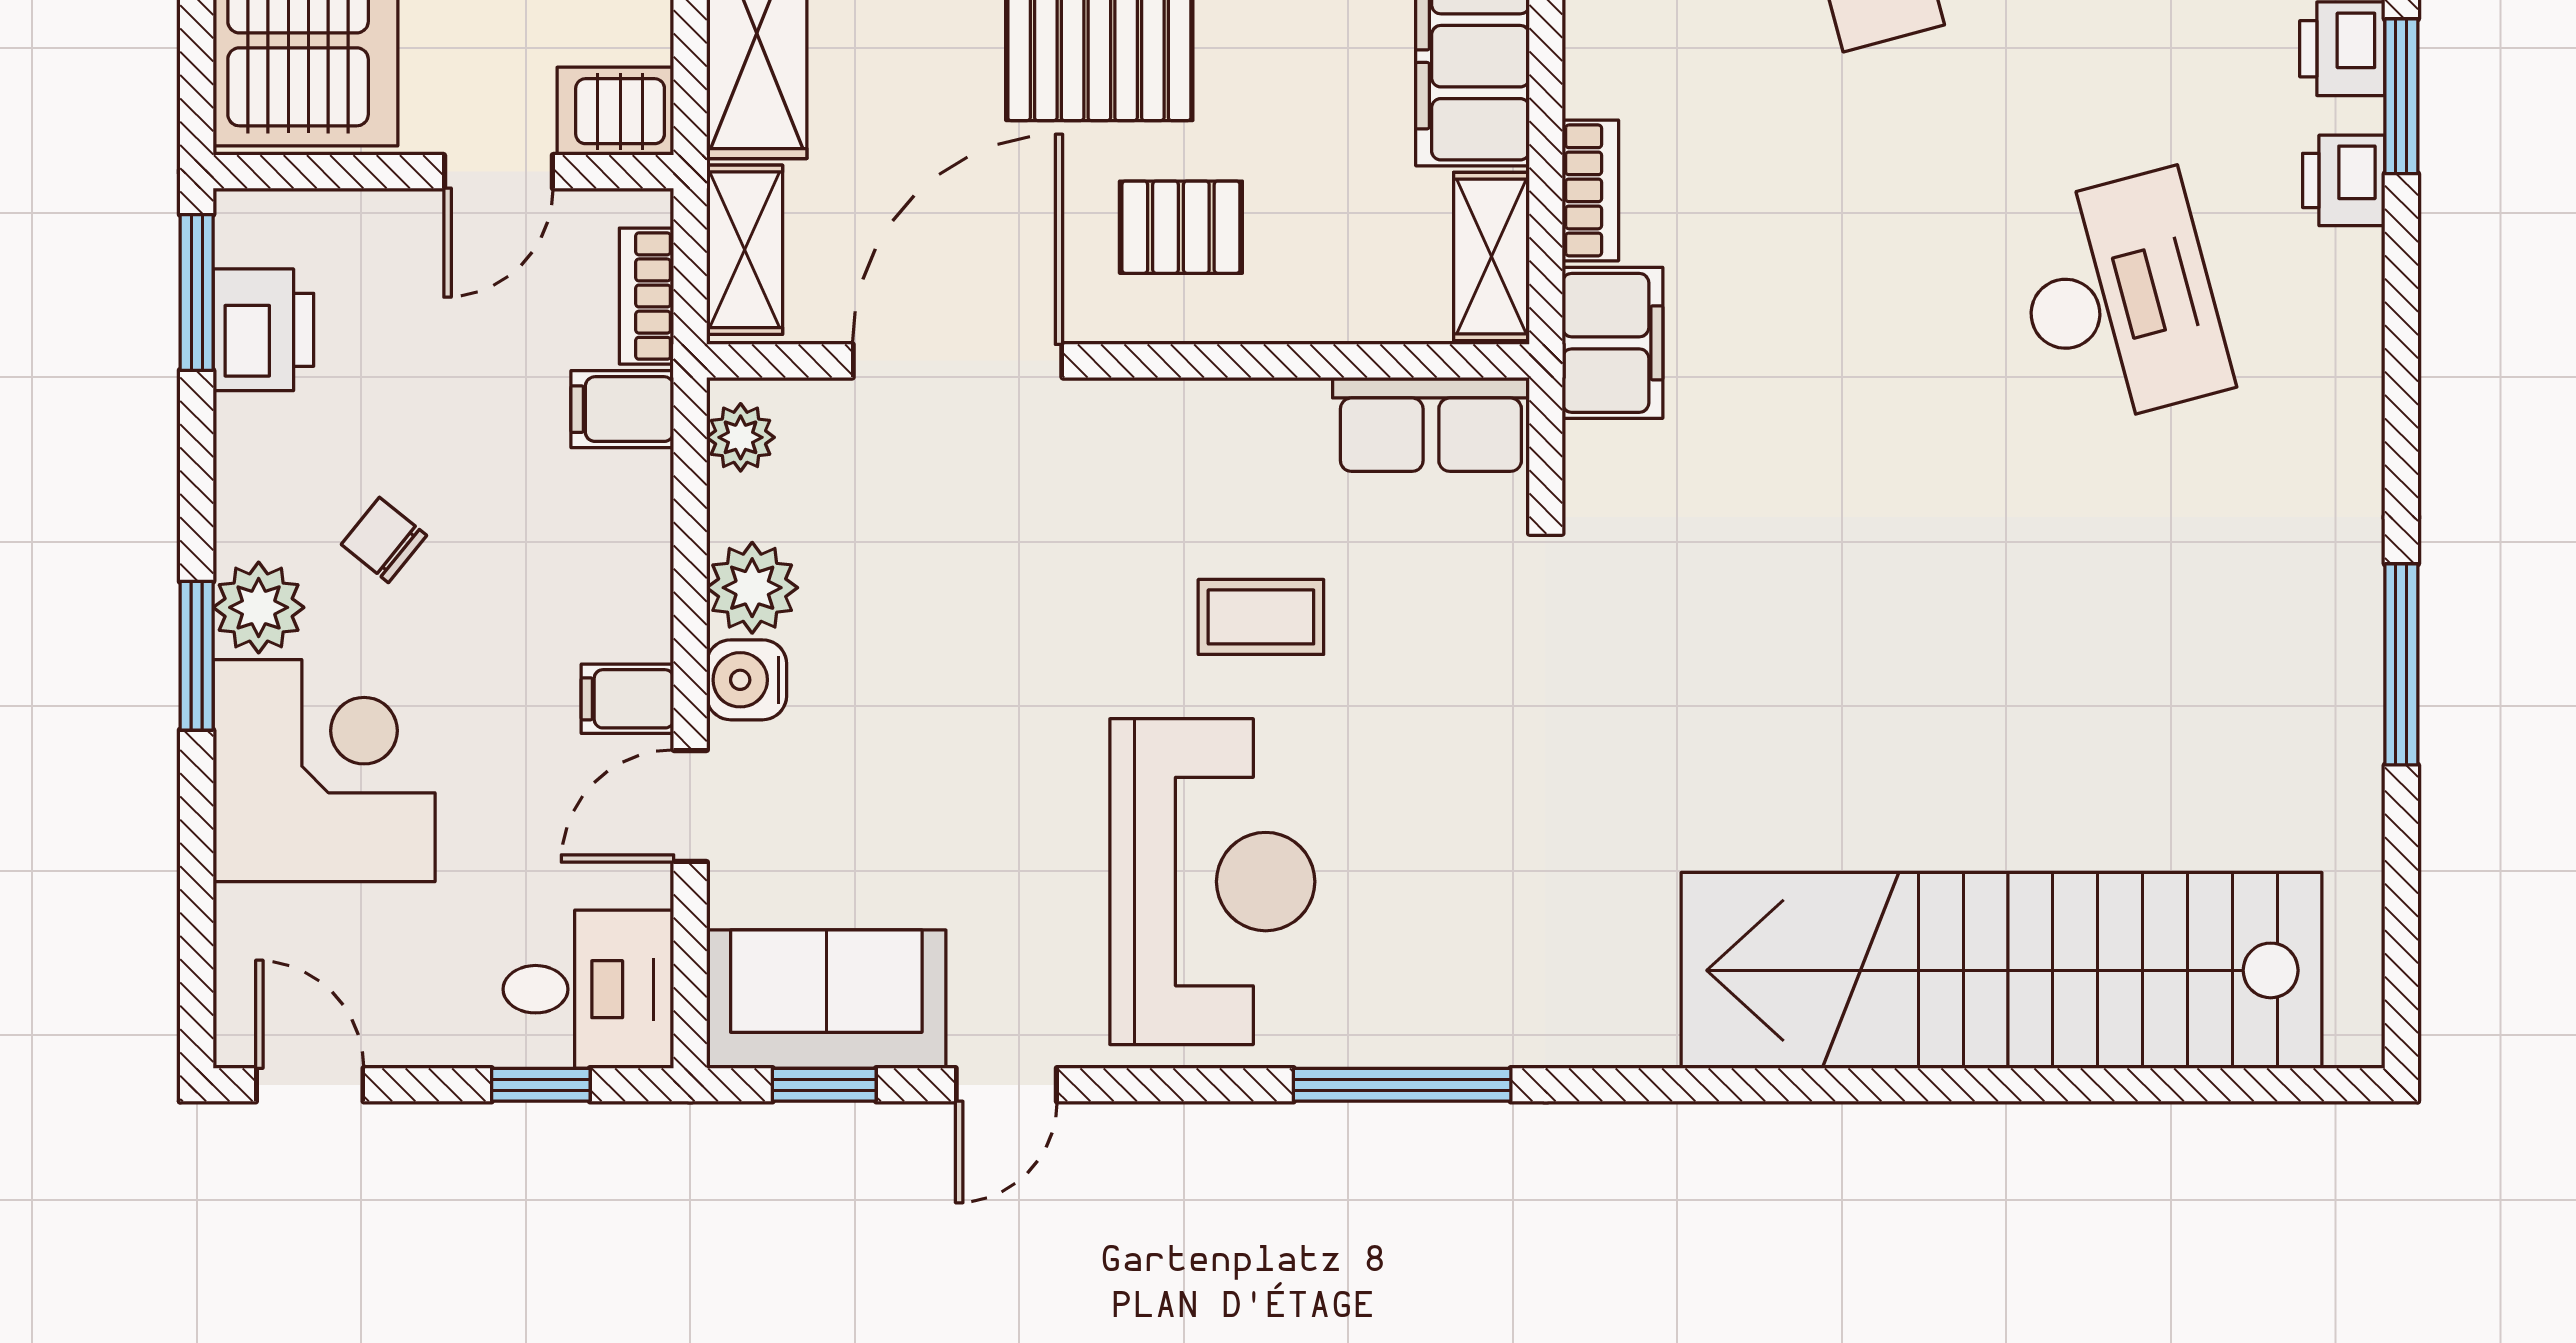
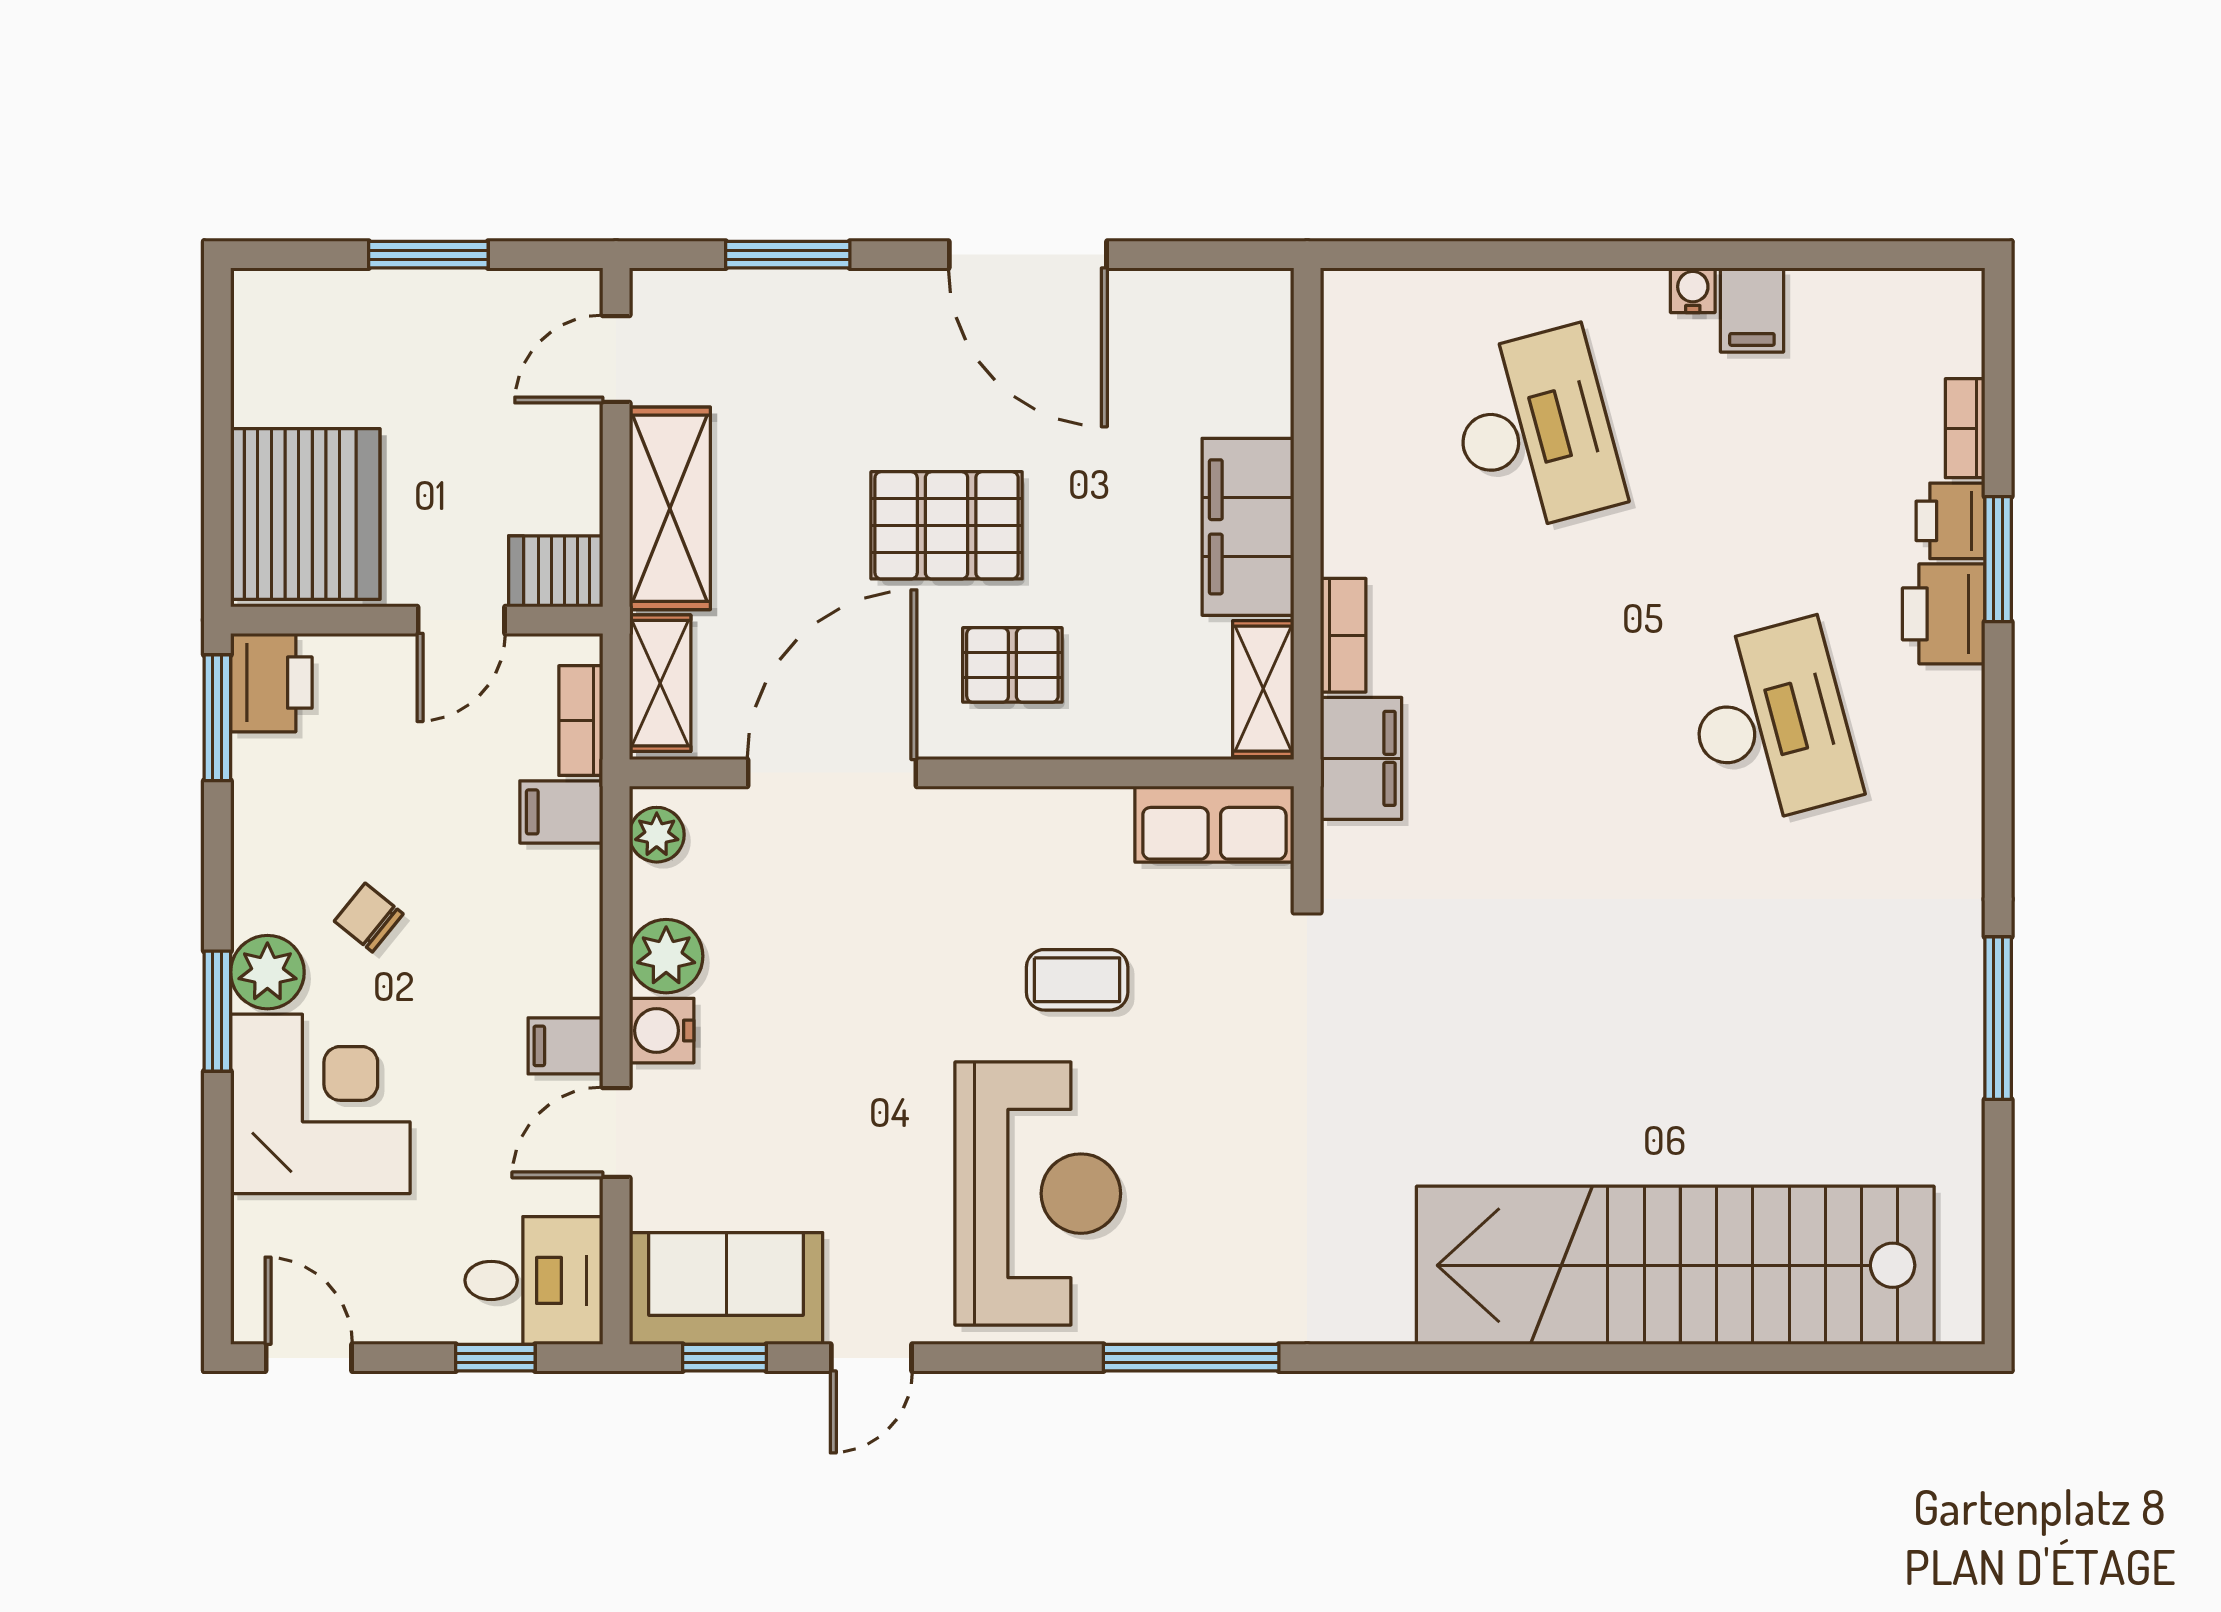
printer: (2344, 180) -> (1944, 614), width x1.36, depth x1.24
printer: (263, 330) -> (271, 683), moved

